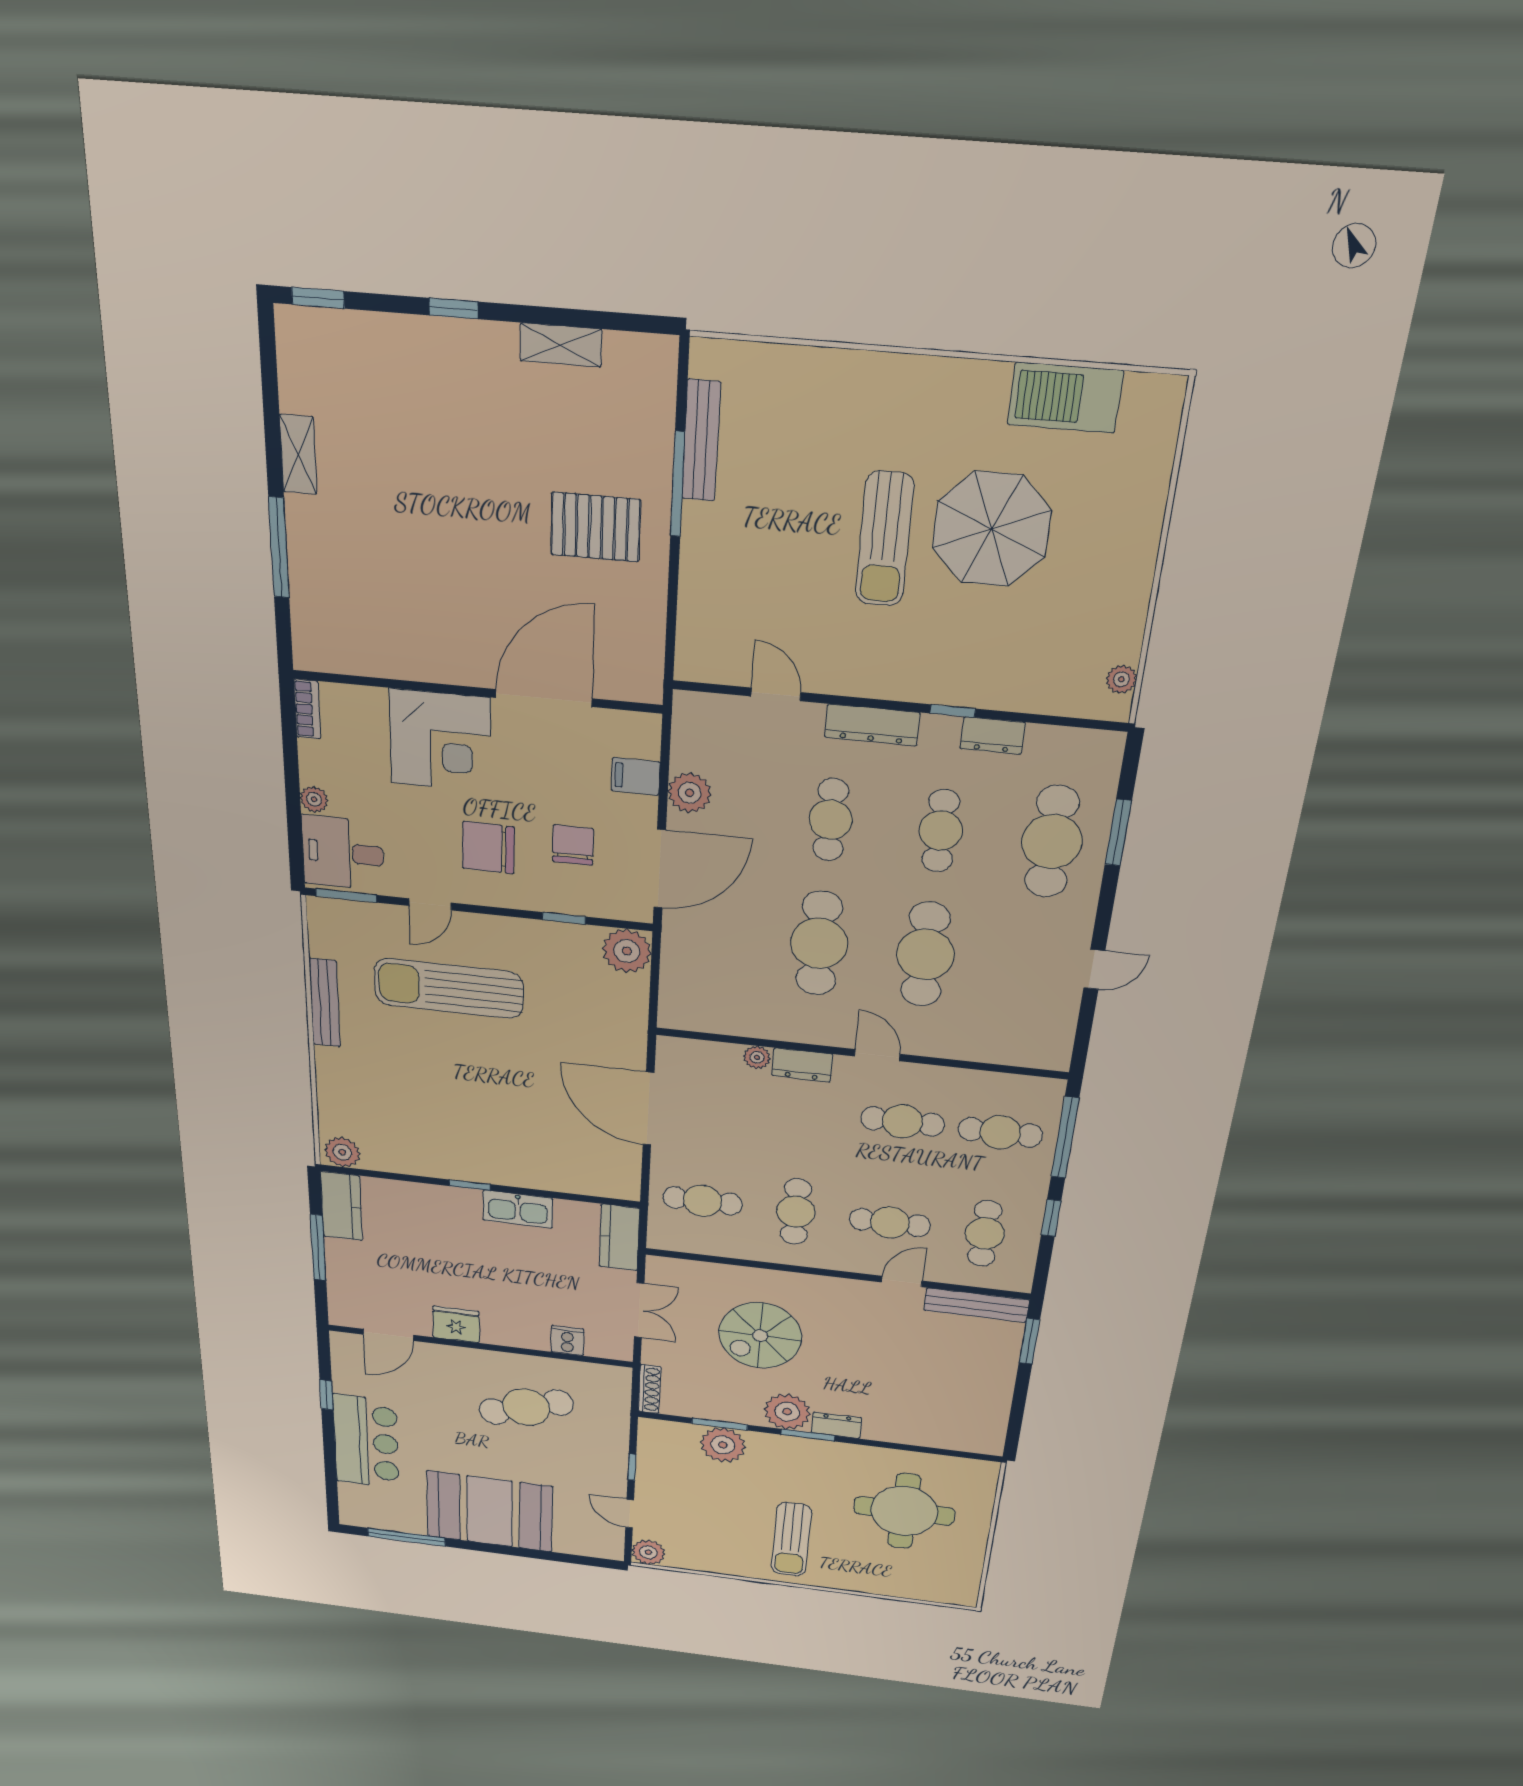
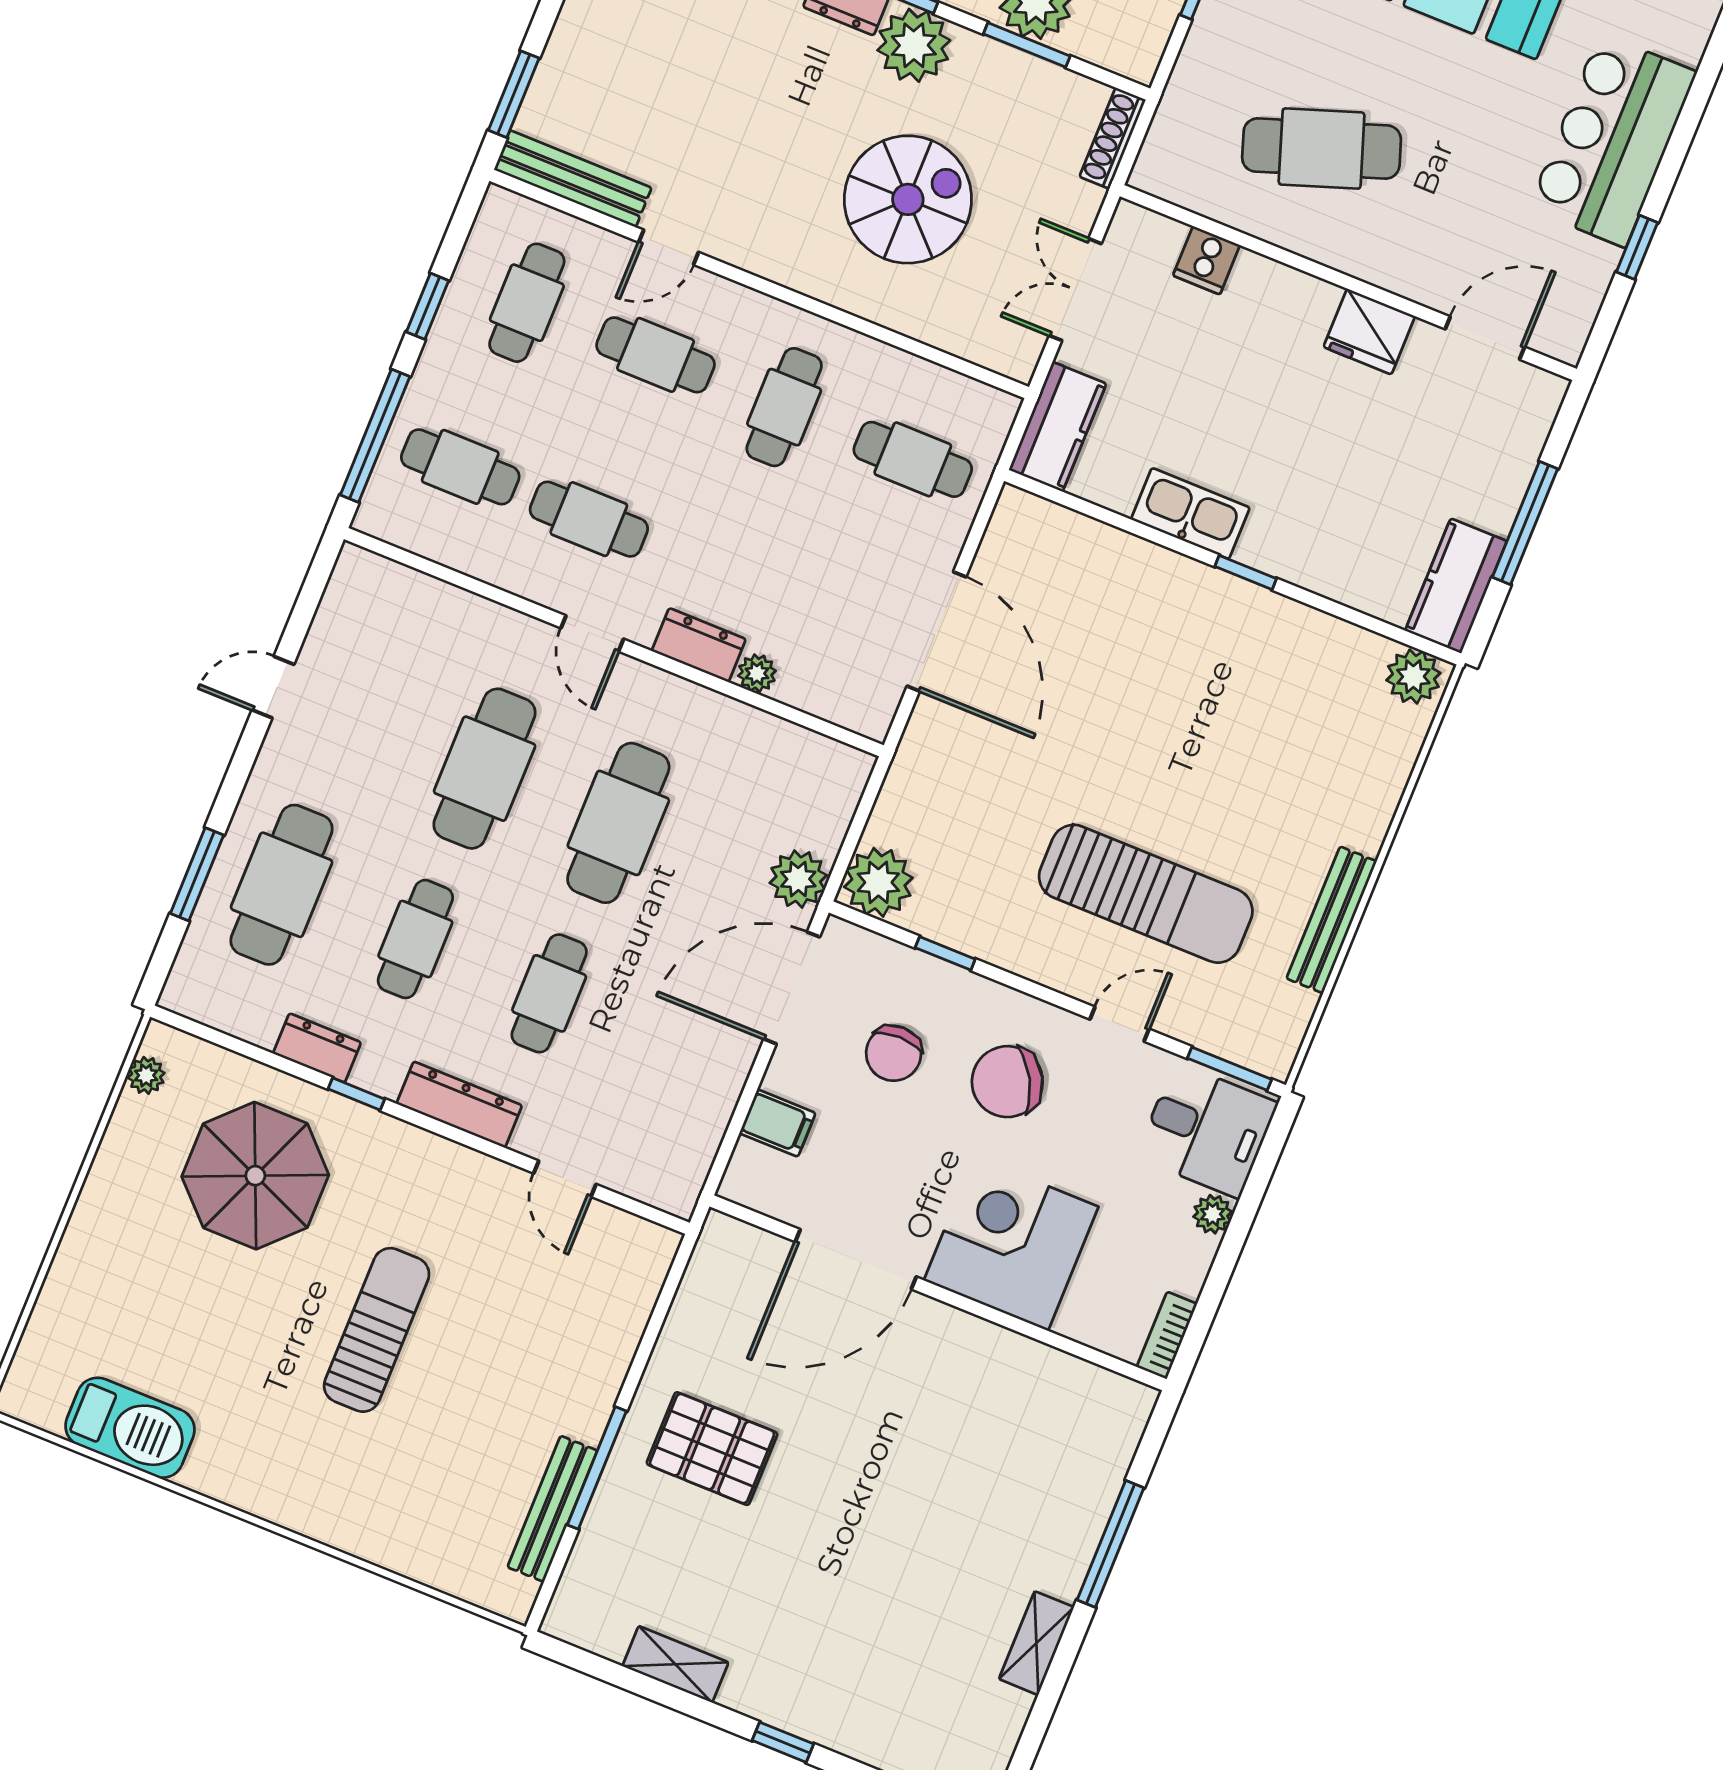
parasol: (991, 529) -> (255, 1176), moved
plant: (690, 793) -> (798, 879), moved
chair: (488, 848) -> (1007, 1082), turned 150

